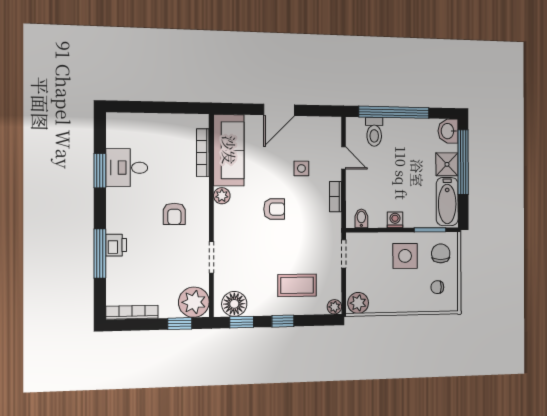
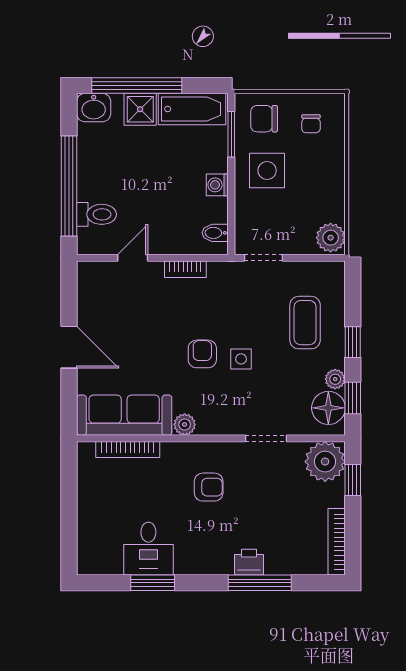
side table: (301, 168) -> (241, 359), moved
plant: (334, 307) -> (335, 379), moved

